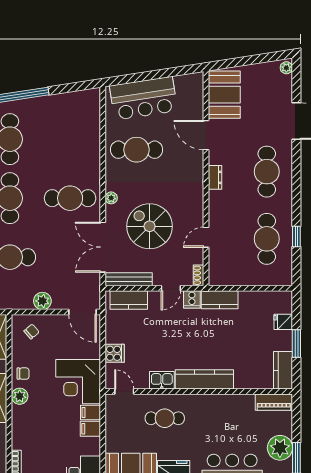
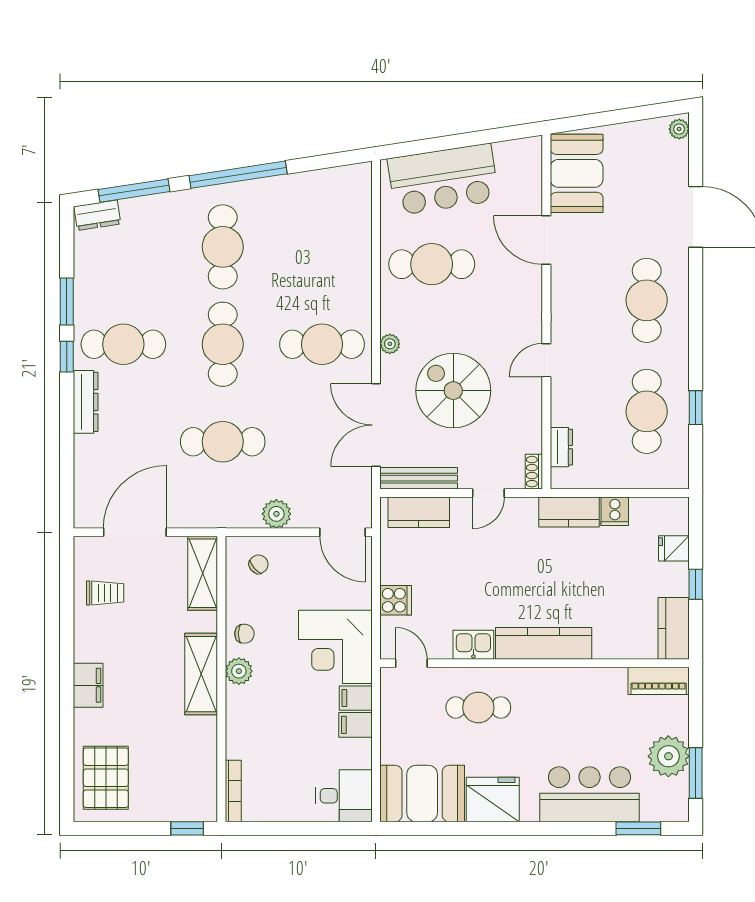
dresser: (215, 177) -> (561, 447), moved
door: (206, 237) -> (546, 360), moved
cooker: (192, 299) -> (615, 511), moved
window: (296, 344) -> (696, 584), width x0.67

